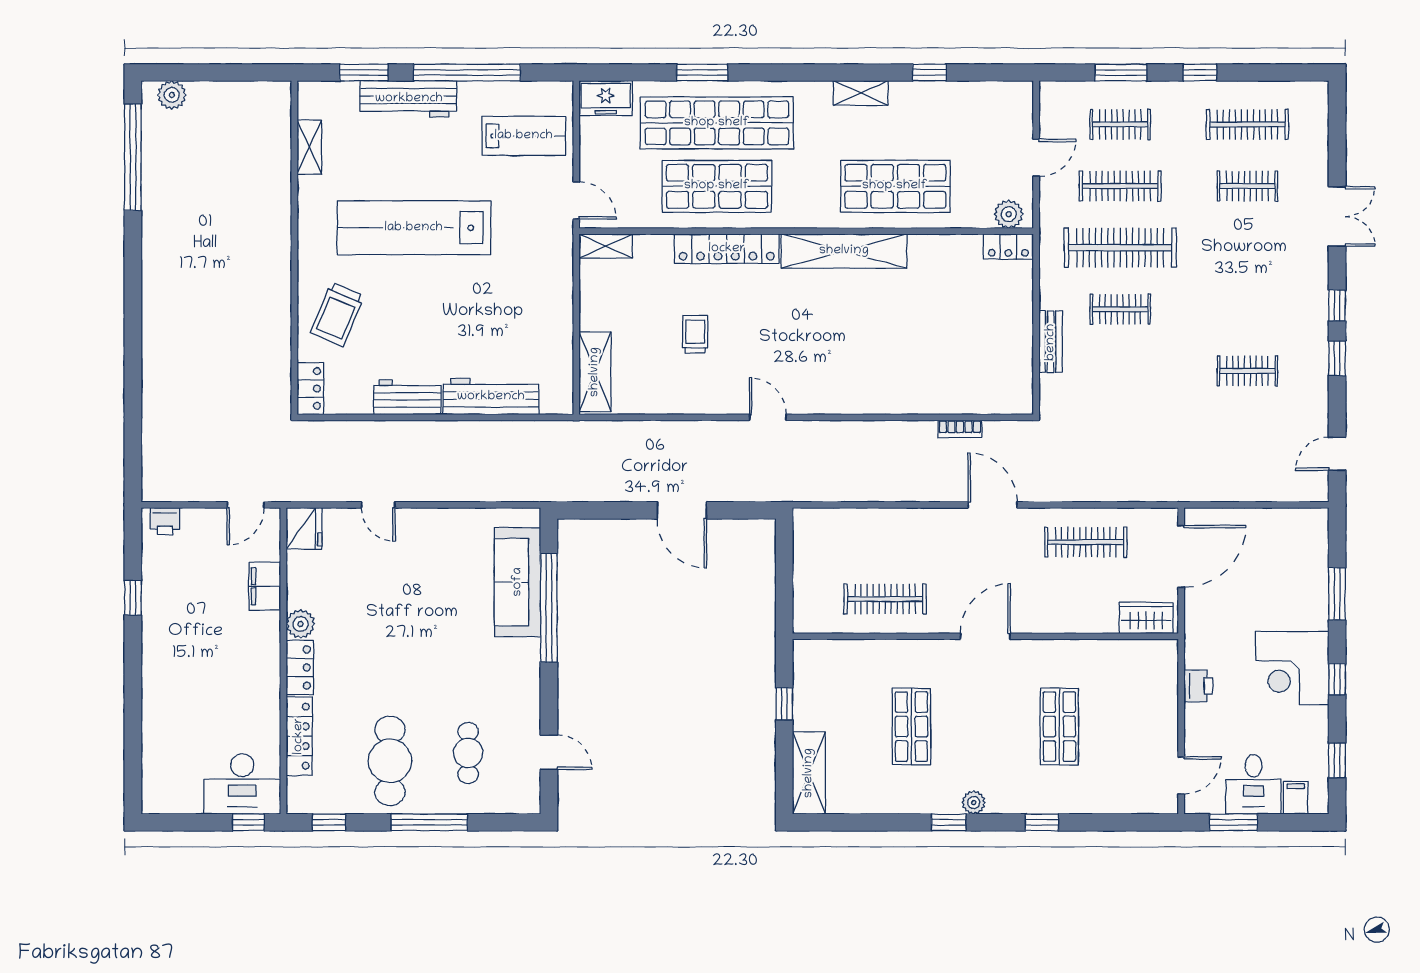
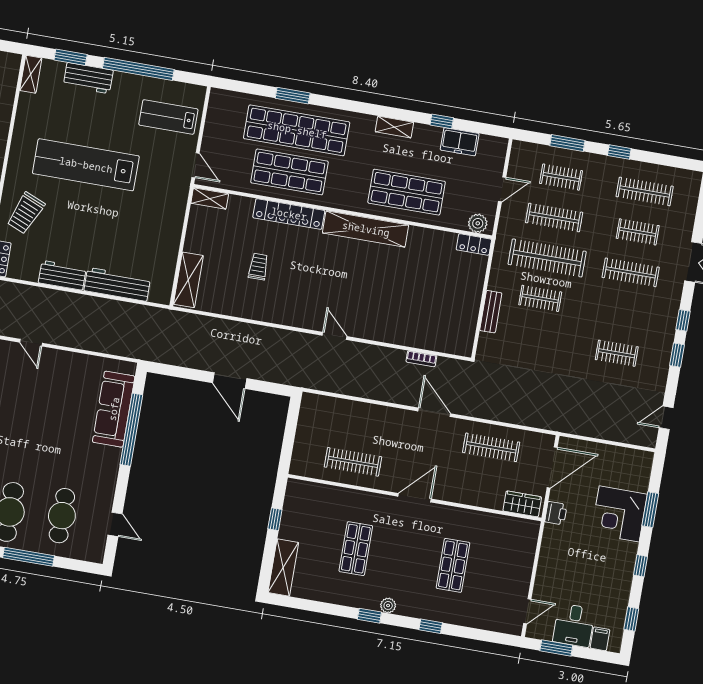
freezer: (606, 98) -> (460, 142), moved
workbench: (409, 99) -> (88, 78), width x0.73
lab bench: (524, 136) -> (168, 117), turned 180
shelving: (309, 147) -> (31, 74), moved
clothes rail: (1247, 248) -> (631, 272), added
door: (768, 417) -> (335, 336), moved
corner desk: (1292, 668) -> (619, 514), moved
printer: (1198, 686) -> (556, 513), moved
cafe table: (468, 753) -> (62, 516), width x1.37, depth x1.35

